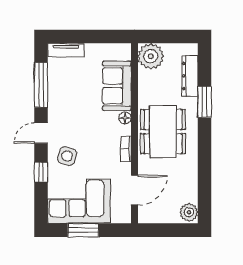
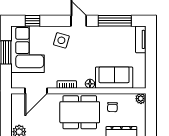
plant: (151, 56) -> (141, 99), width x0.53, depth x0.53
chair: (156, 88) -> (112, 107), added
window: (41, 172) -> (33, 21), moved
door: (134, 190) -> (36, 91), hinge flipped

